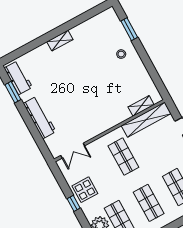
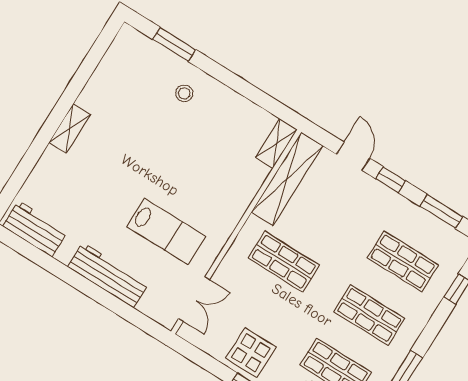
window: (13, 92) -> (40, 258), removed
shelving: (141, 106) -> (276, 144), moved
lab bench: (77, 113) -> (166, 232), added

